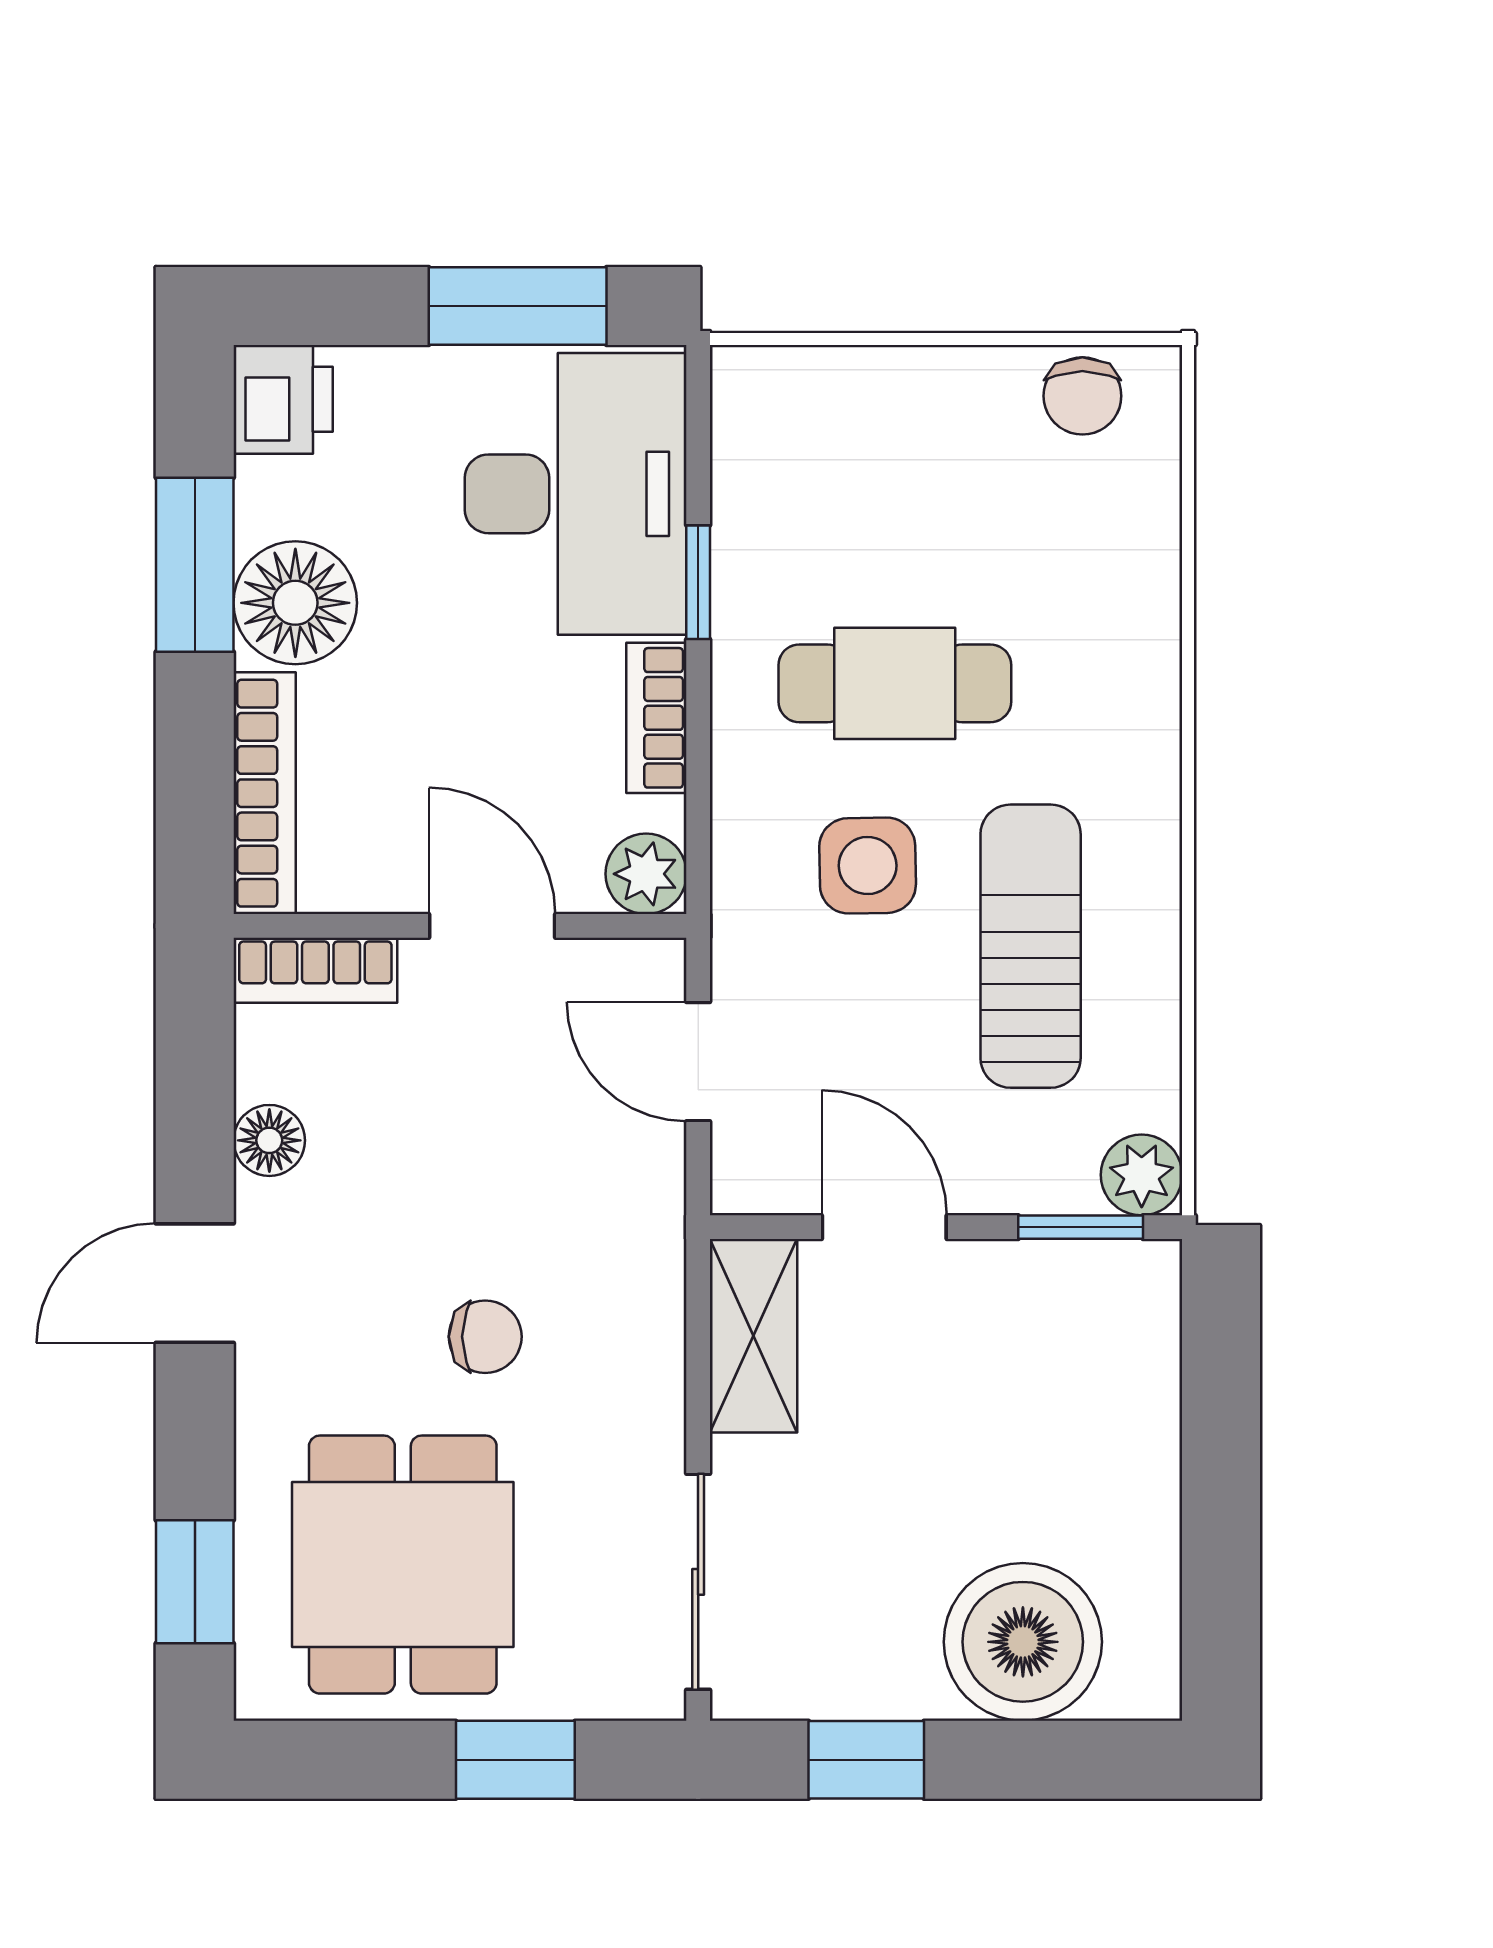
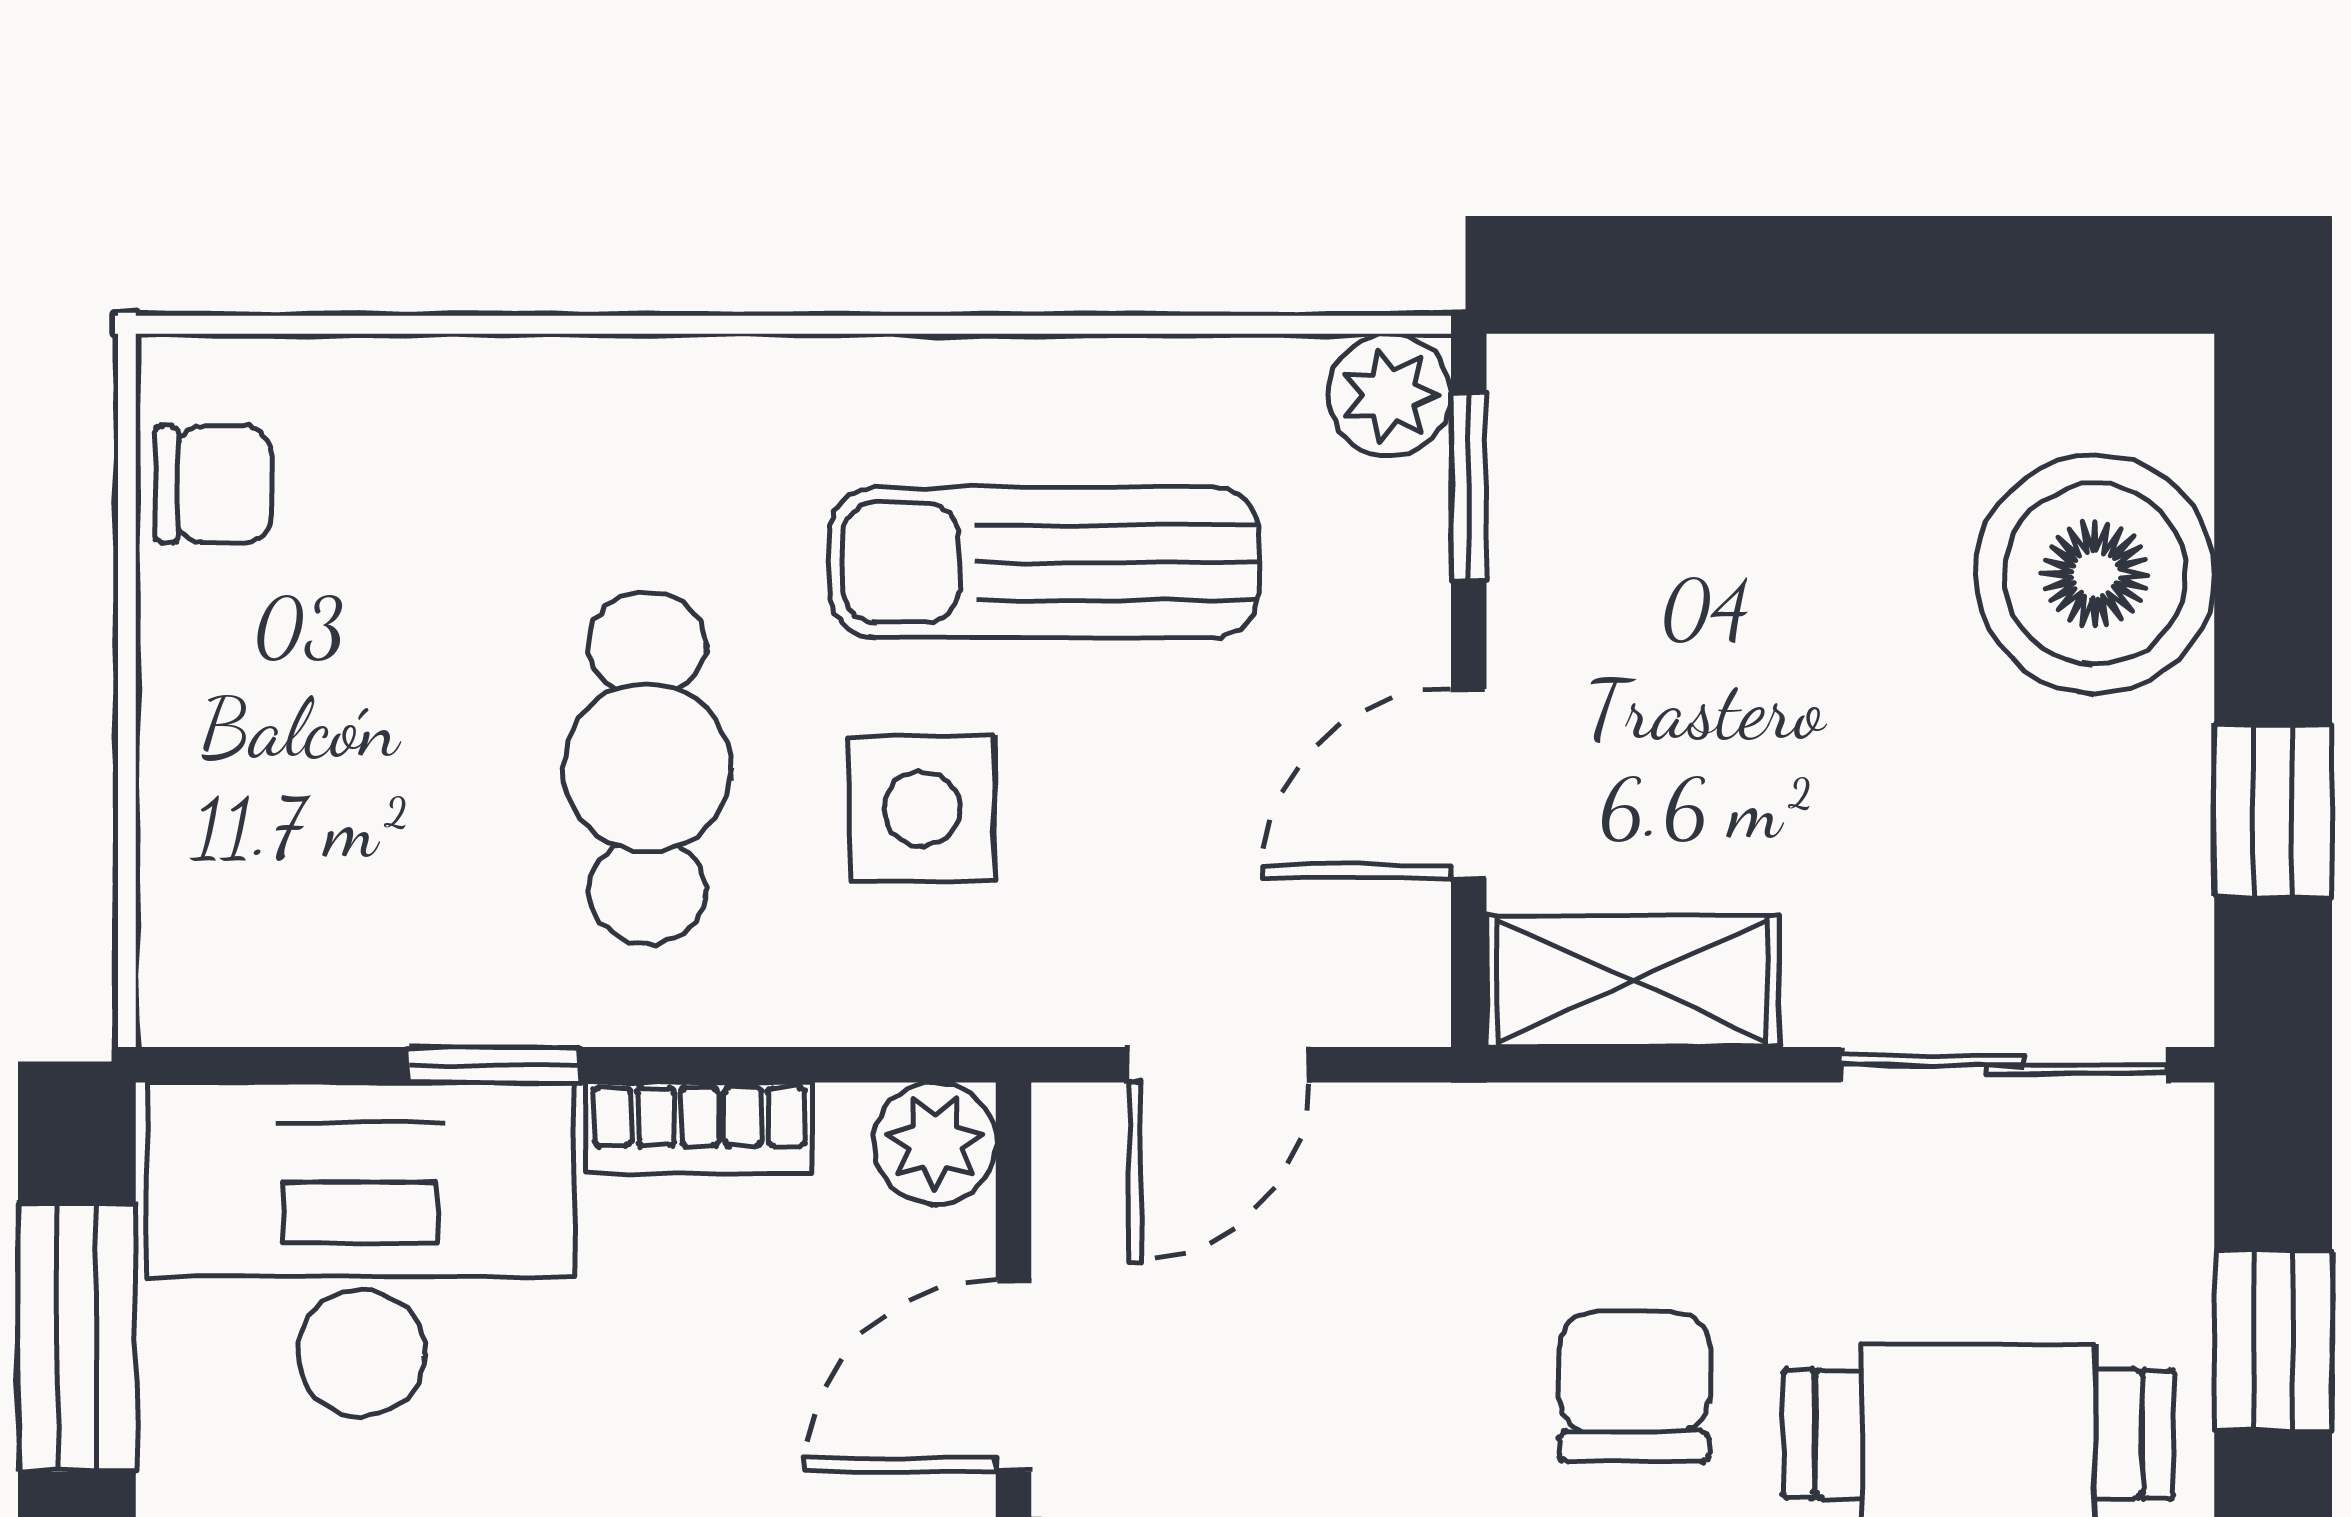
chair: (485, 1337) -> (1634, 1386), width x1.37, depth x1.37

